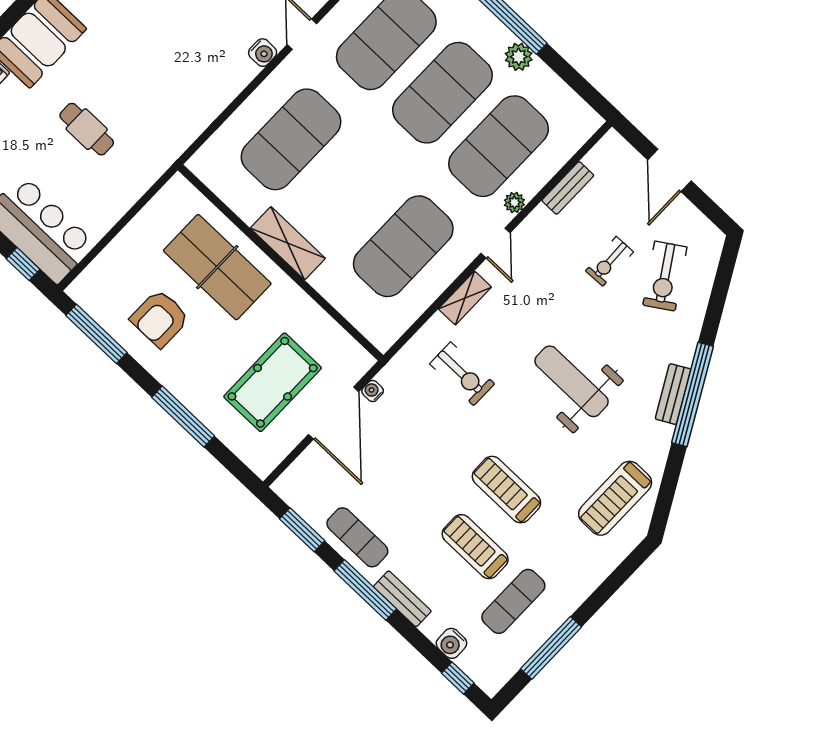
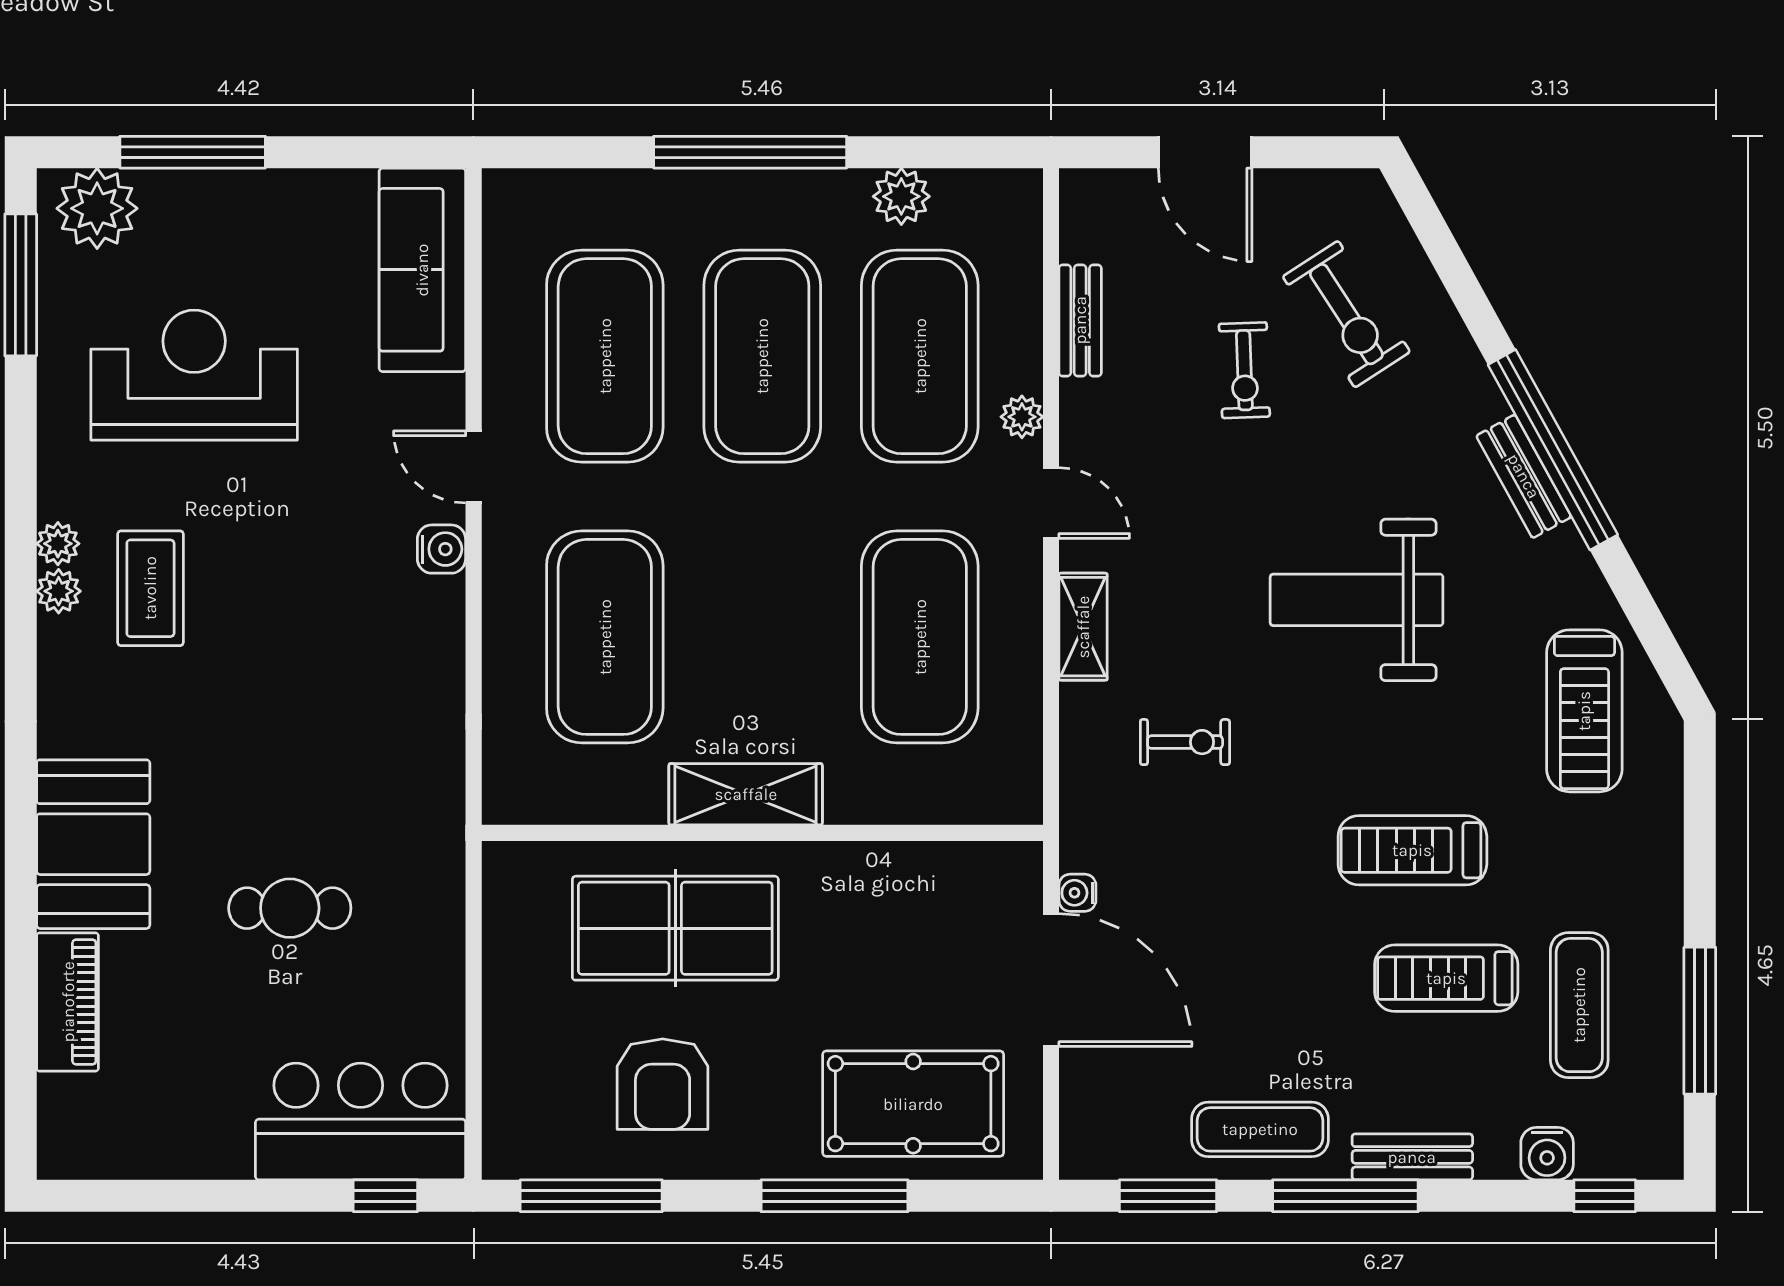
plant: (519, 57) -> (901, 196), moved
exercise bike: (462, 374) -> (1185, 742), width x0.73, depth x0.72
pool table: (273, 382) -> (913, 1104), moved, turned 90

